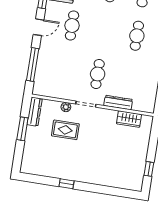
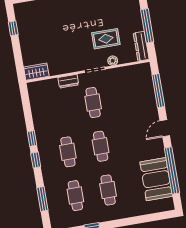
cafe table: (72, 25) -> (101, 146), moved
dresser: (118, 103) -> (68, 81), width x0.70
wardrobe: (129, 119) -> (36, 72), moved
window: (22, 129) -> (147, 26), width x1.44

